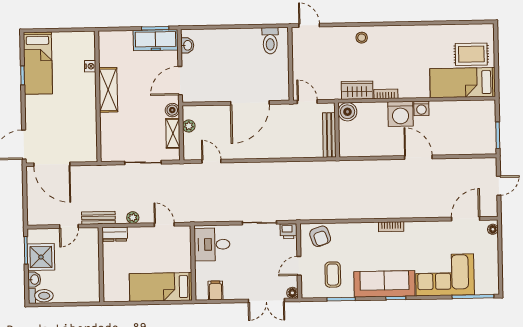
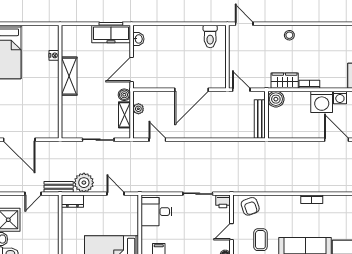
plant: (133, 218) -> (84, 183), width x1.88, depth x1.88

